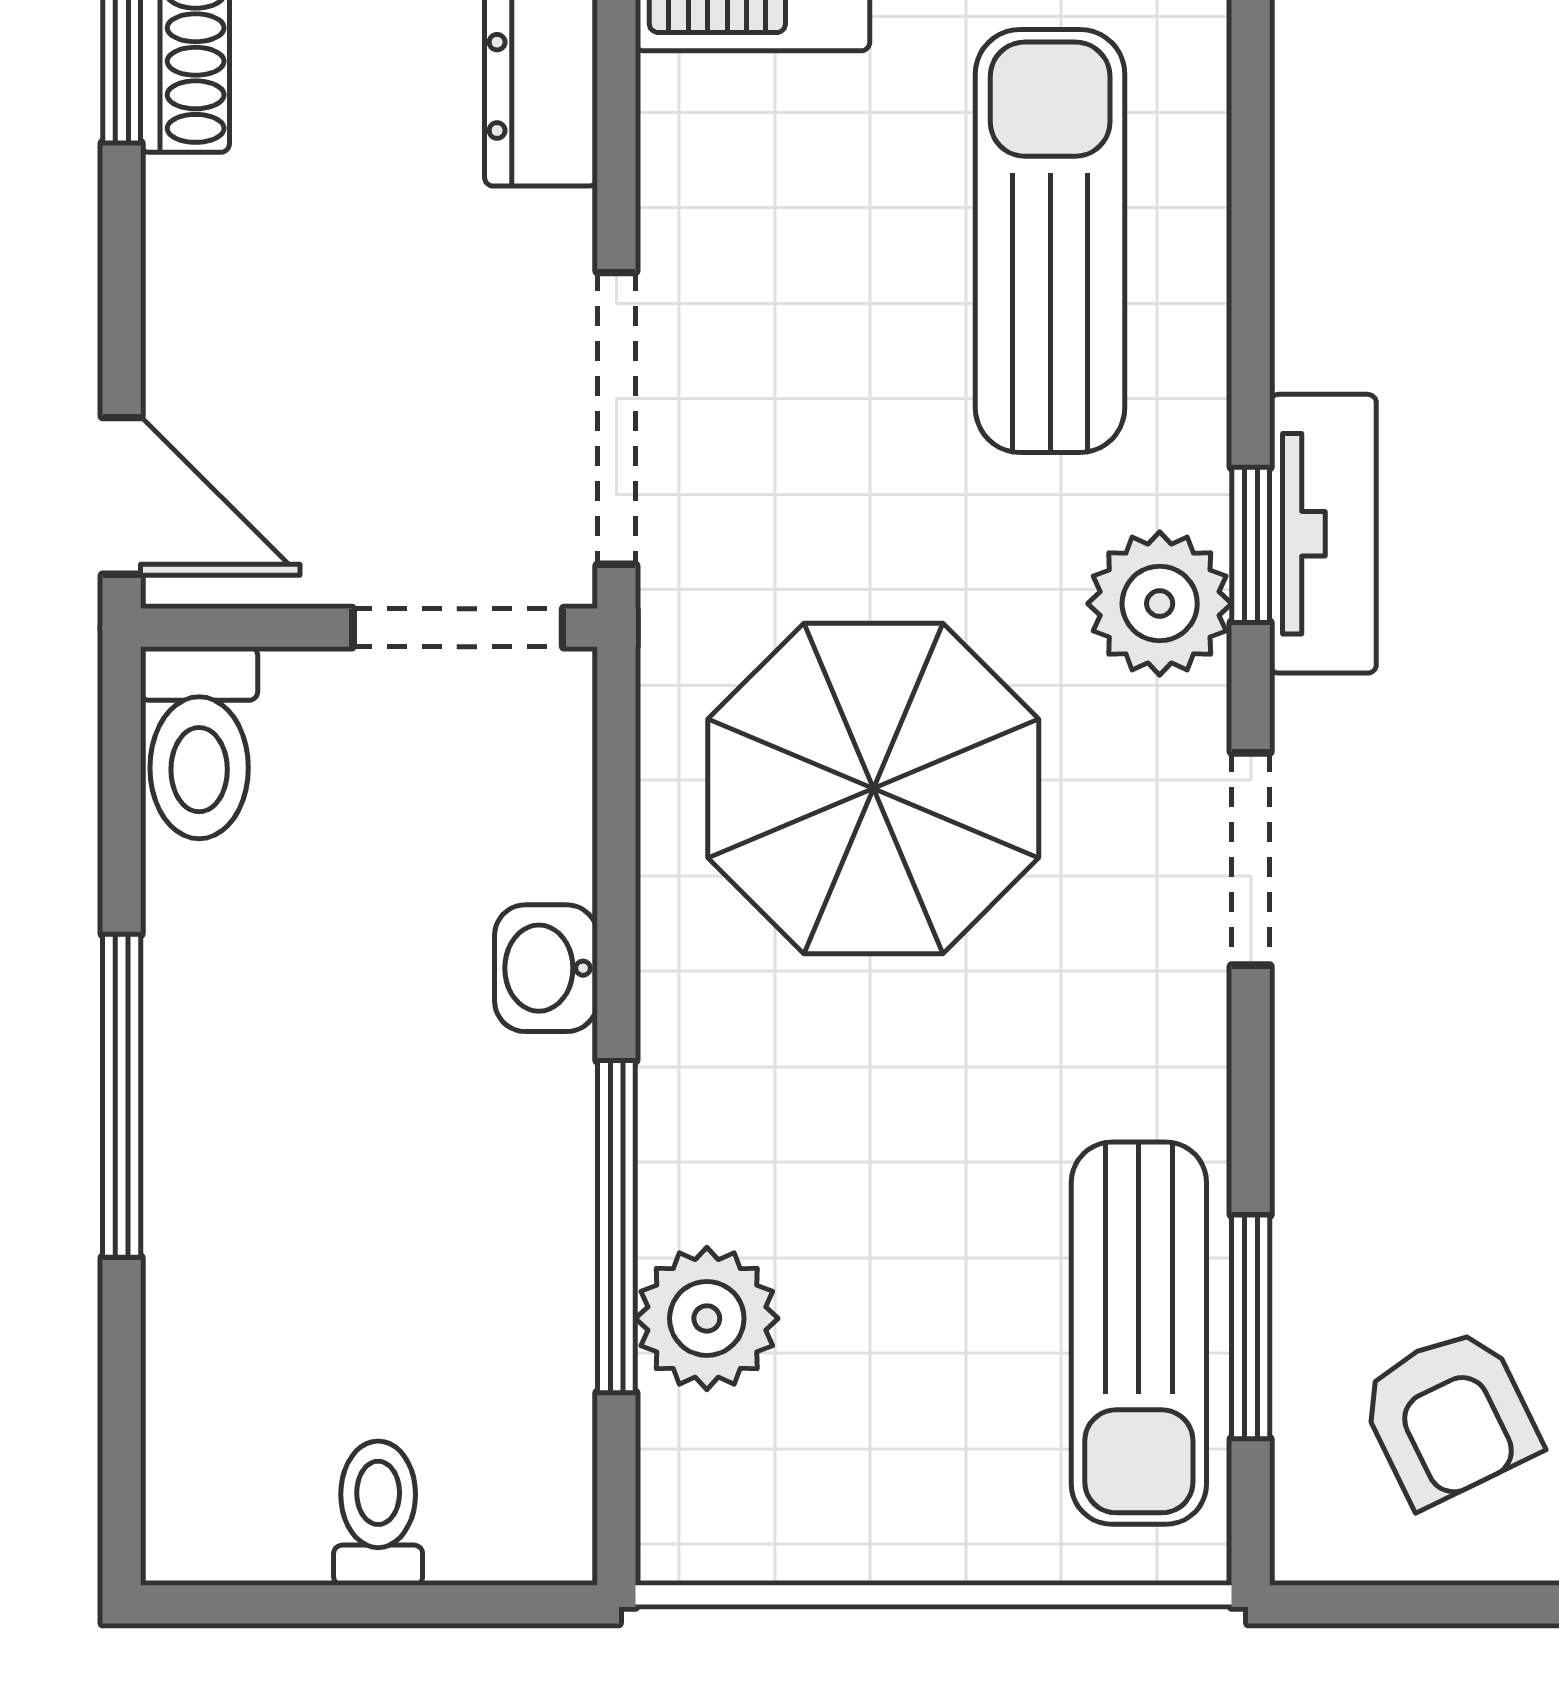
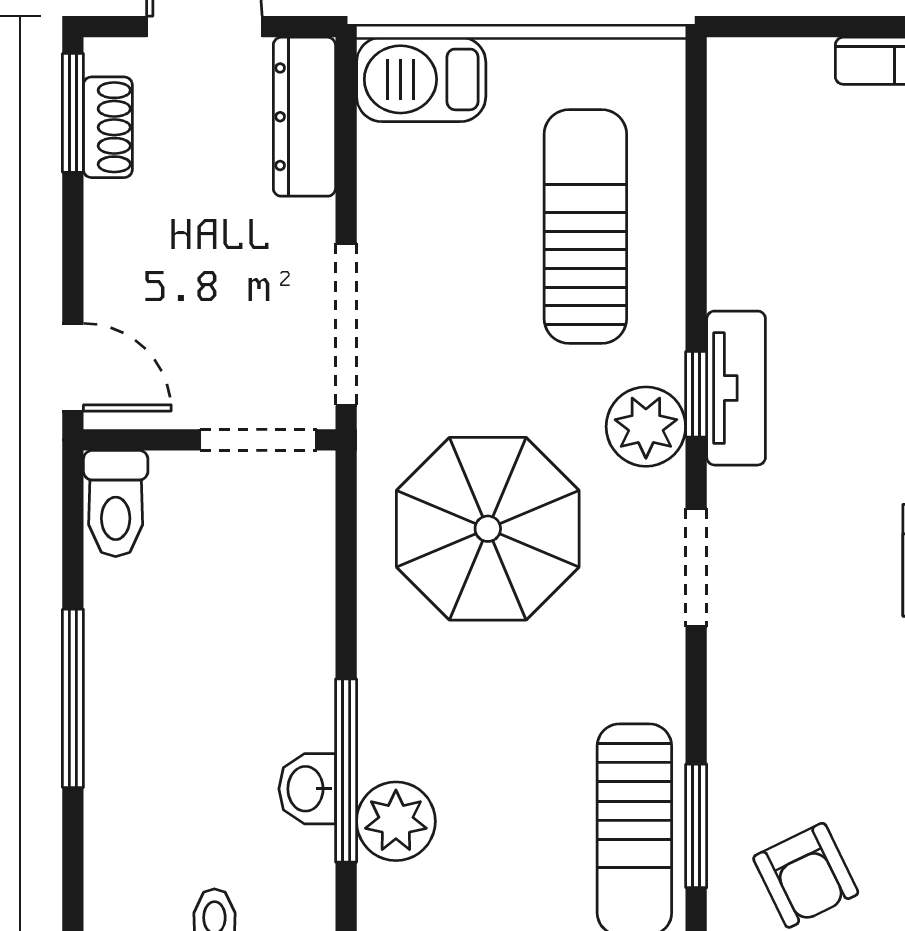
washbasin: (546, 968) -> (307, 789), moved

